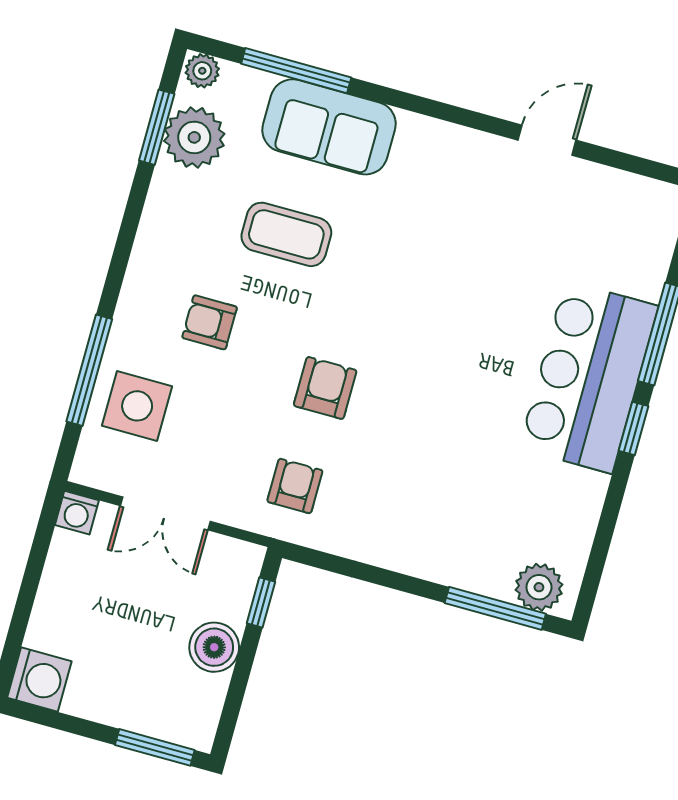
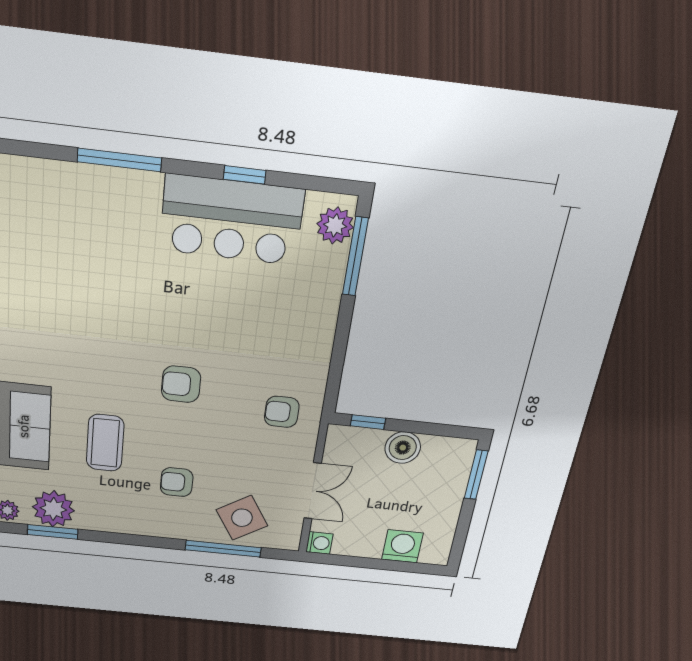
armchair: (210, 322) -> (177, 482), turned 90
bar counter: (589, 377) -> (232, 220), moved
armchair: (325, 388) -> (181, 384), moved
side table: (137, 406) -> (242, 518), turned -32
window: (633, 428) -> (245, 175), moved
washing machine: (39, 680) -> (402, 546), moved

